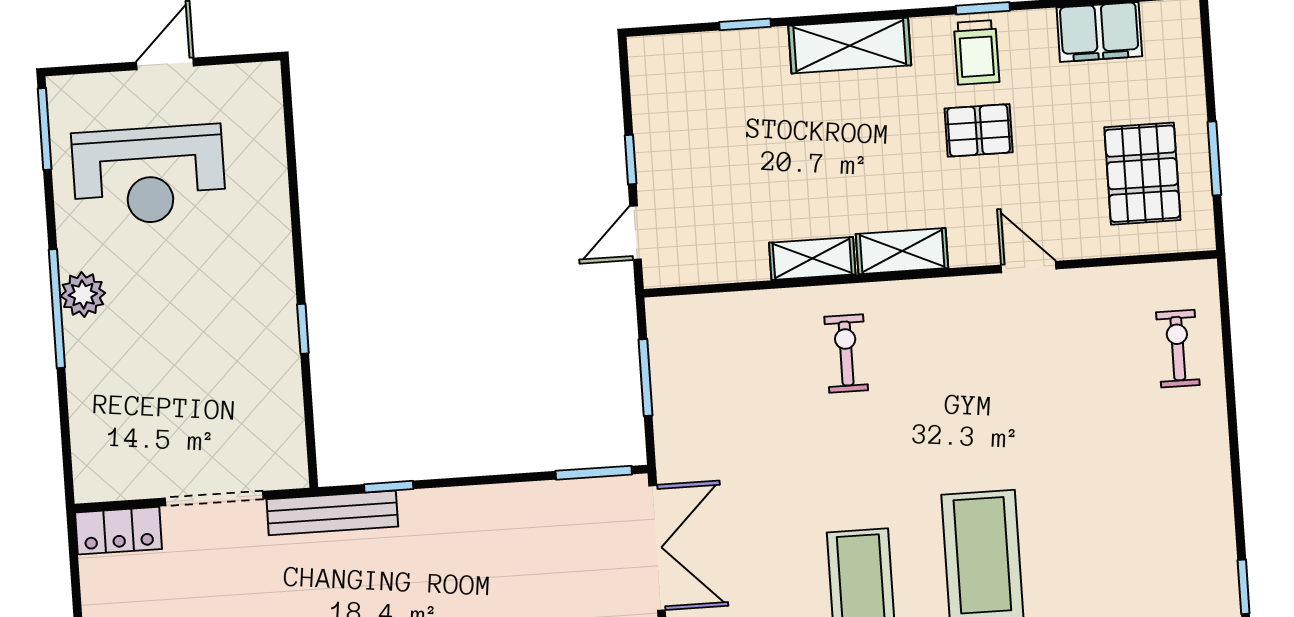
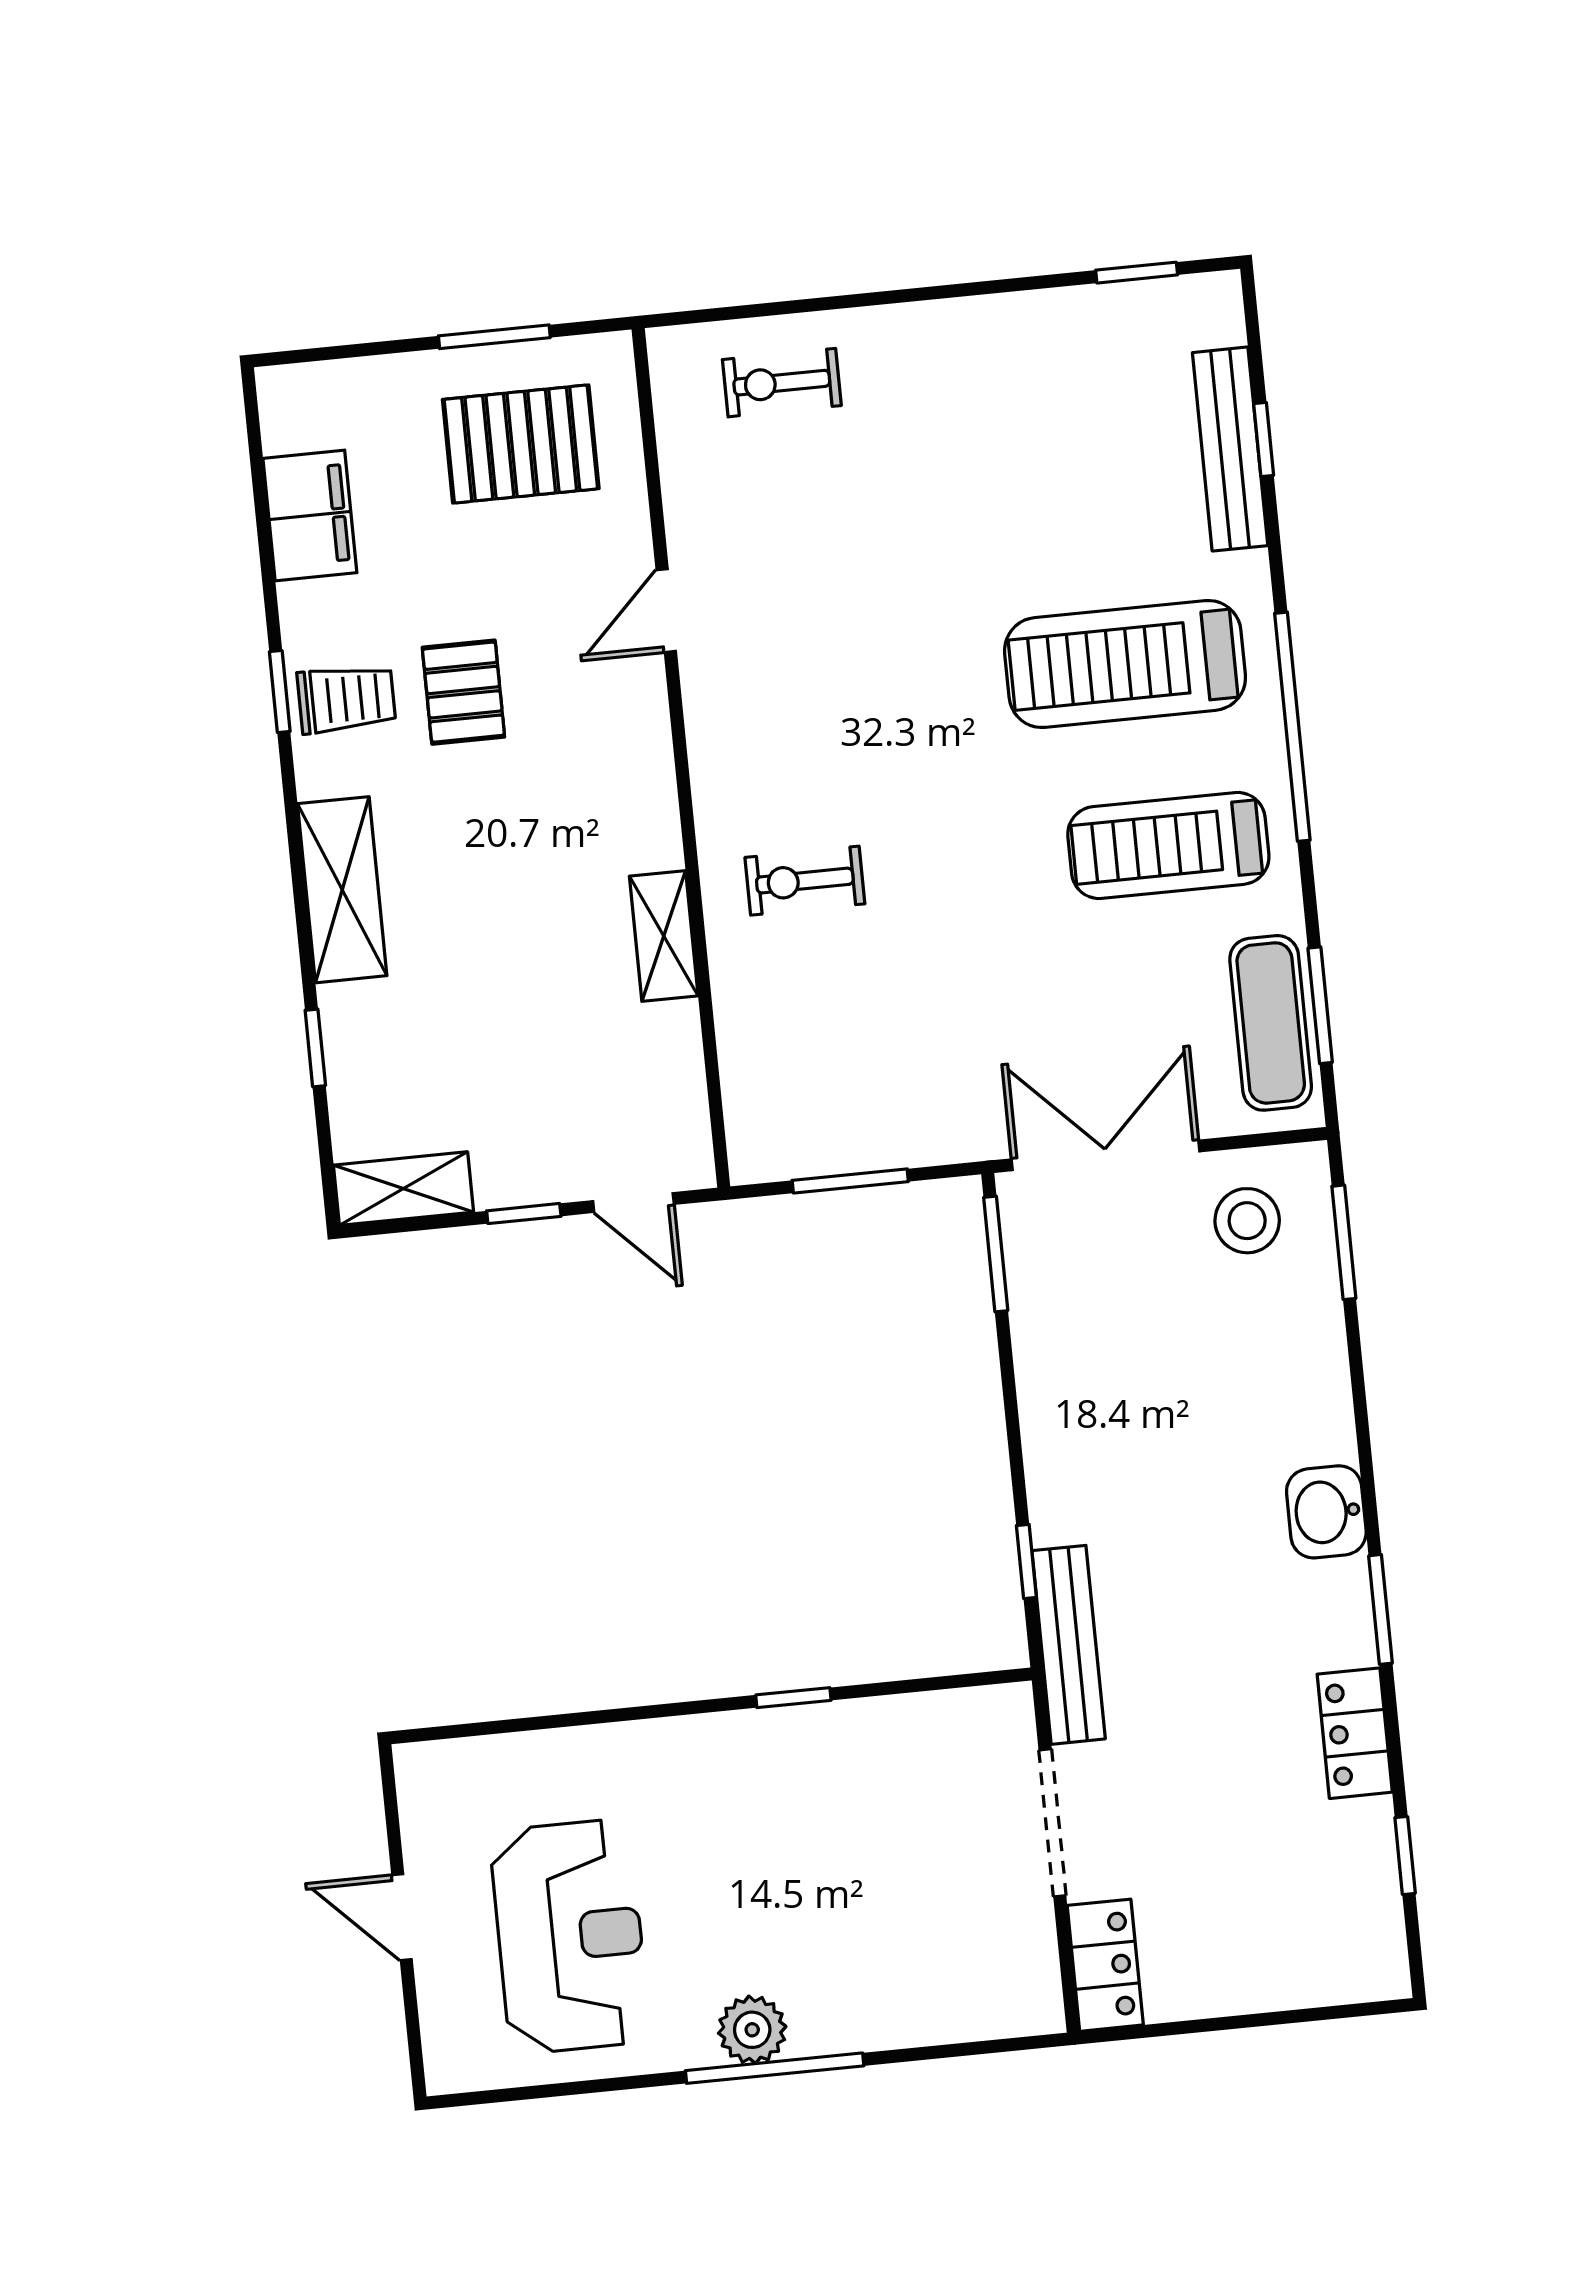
window: (45, 129) -> (505, 2095), removed
shelving: (902, 251) -> (404, 1189), moved, turned 90

